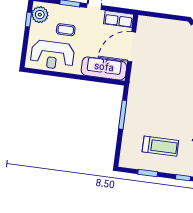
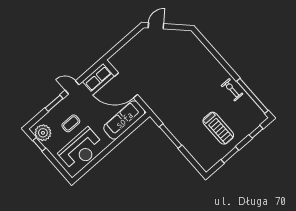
door: (132, 47) -> (126, 85), hinge flipped
treadmill: (160, 146) -> (218, 128), turned 90

